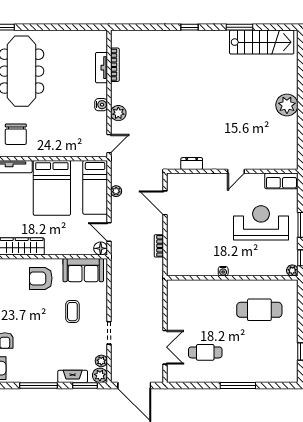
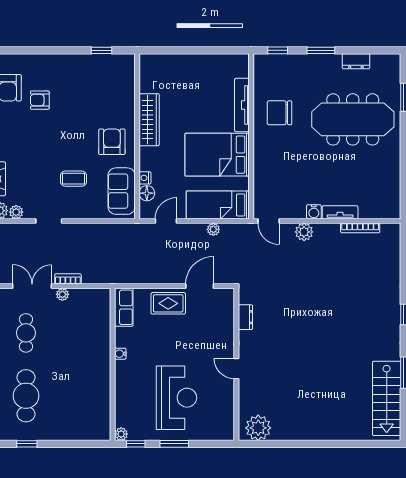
tv unit: (101, 68) -> (340, 212), moved
plant: (287, 105) -> (258, 428), moved
row of seats: (281, 181) -> (124, 307), moved, turned 180
rug: (180, 230) -> (168, 303), added
bookcase: (159, 246) -> (68, 279), moved
floor lamp: (101, 248) -> (147, 193), moved
nightstand: (72, 250) -> (145, 178), added
cafe table: (259, 310) -> (26, 396), moved
plant: (172, 321) -> (62, 294), added
double door: (165, 347) -> (32, 286), swing flipped

